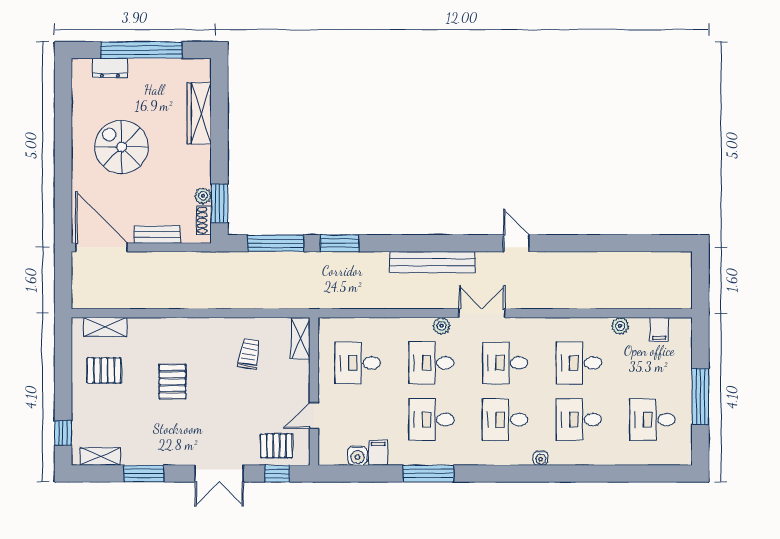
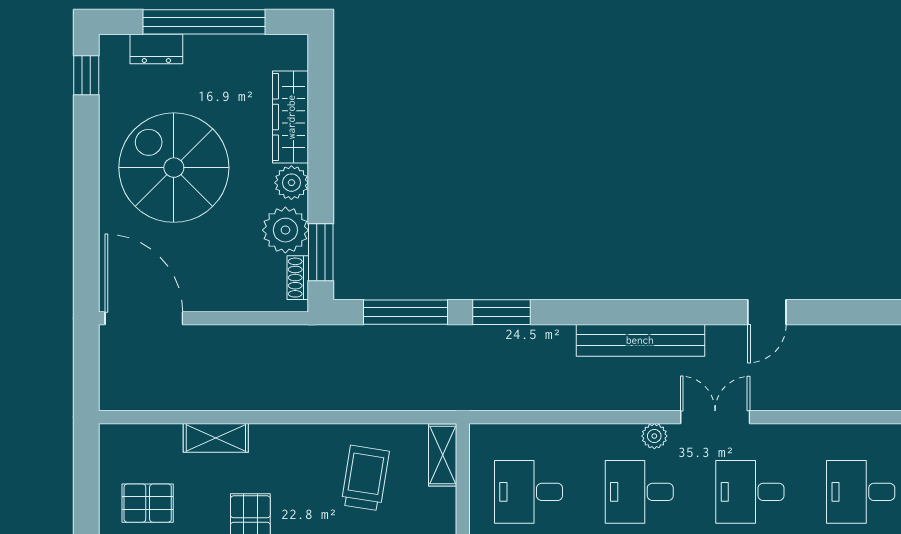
window: (63, 86) -> (86, 75), added
spiral stairs: (122, 147) -> (174, 168), width x1.37, depth x1.37
plant: (200, 157) -> (291, 183), added
plant: (203, 196) -> (285, 230), width x1.88, depth x1.88
bench: (157, 234) -> (227, 299), removed
door: (516, 243) -> (767, 312), swing flipped
shelving: (105, 327) -> (216, 438), moved
trolley: (249, 354) -> (365, 478), width x1.36, depth x1.39

